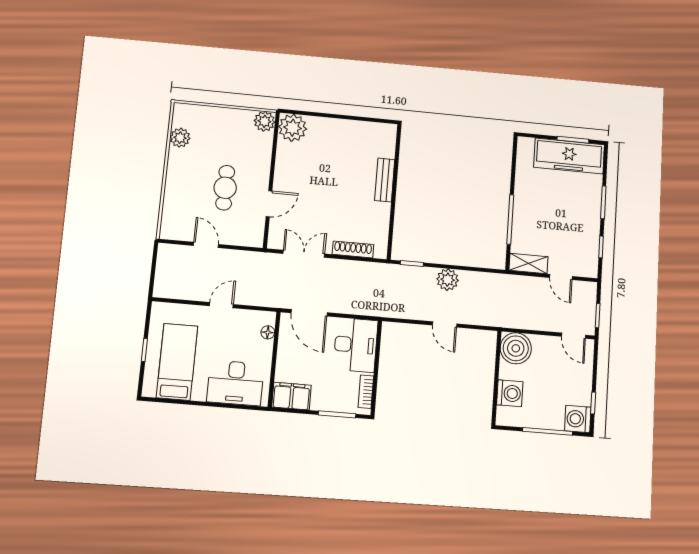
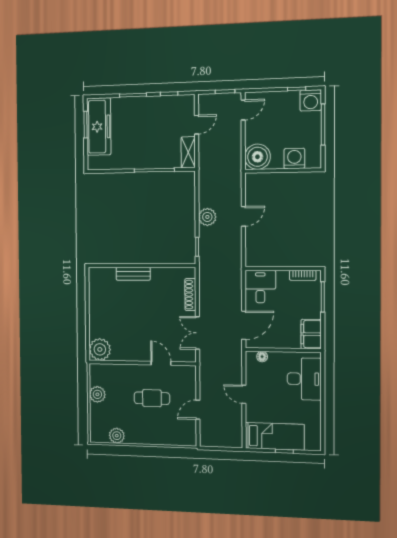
plant: (264, 121) -> (97, 394), moved
desk: (356, 345) -> (260, 286), width x0.73
bed: (177, 362) -> (275, 436), moved, turned 180

